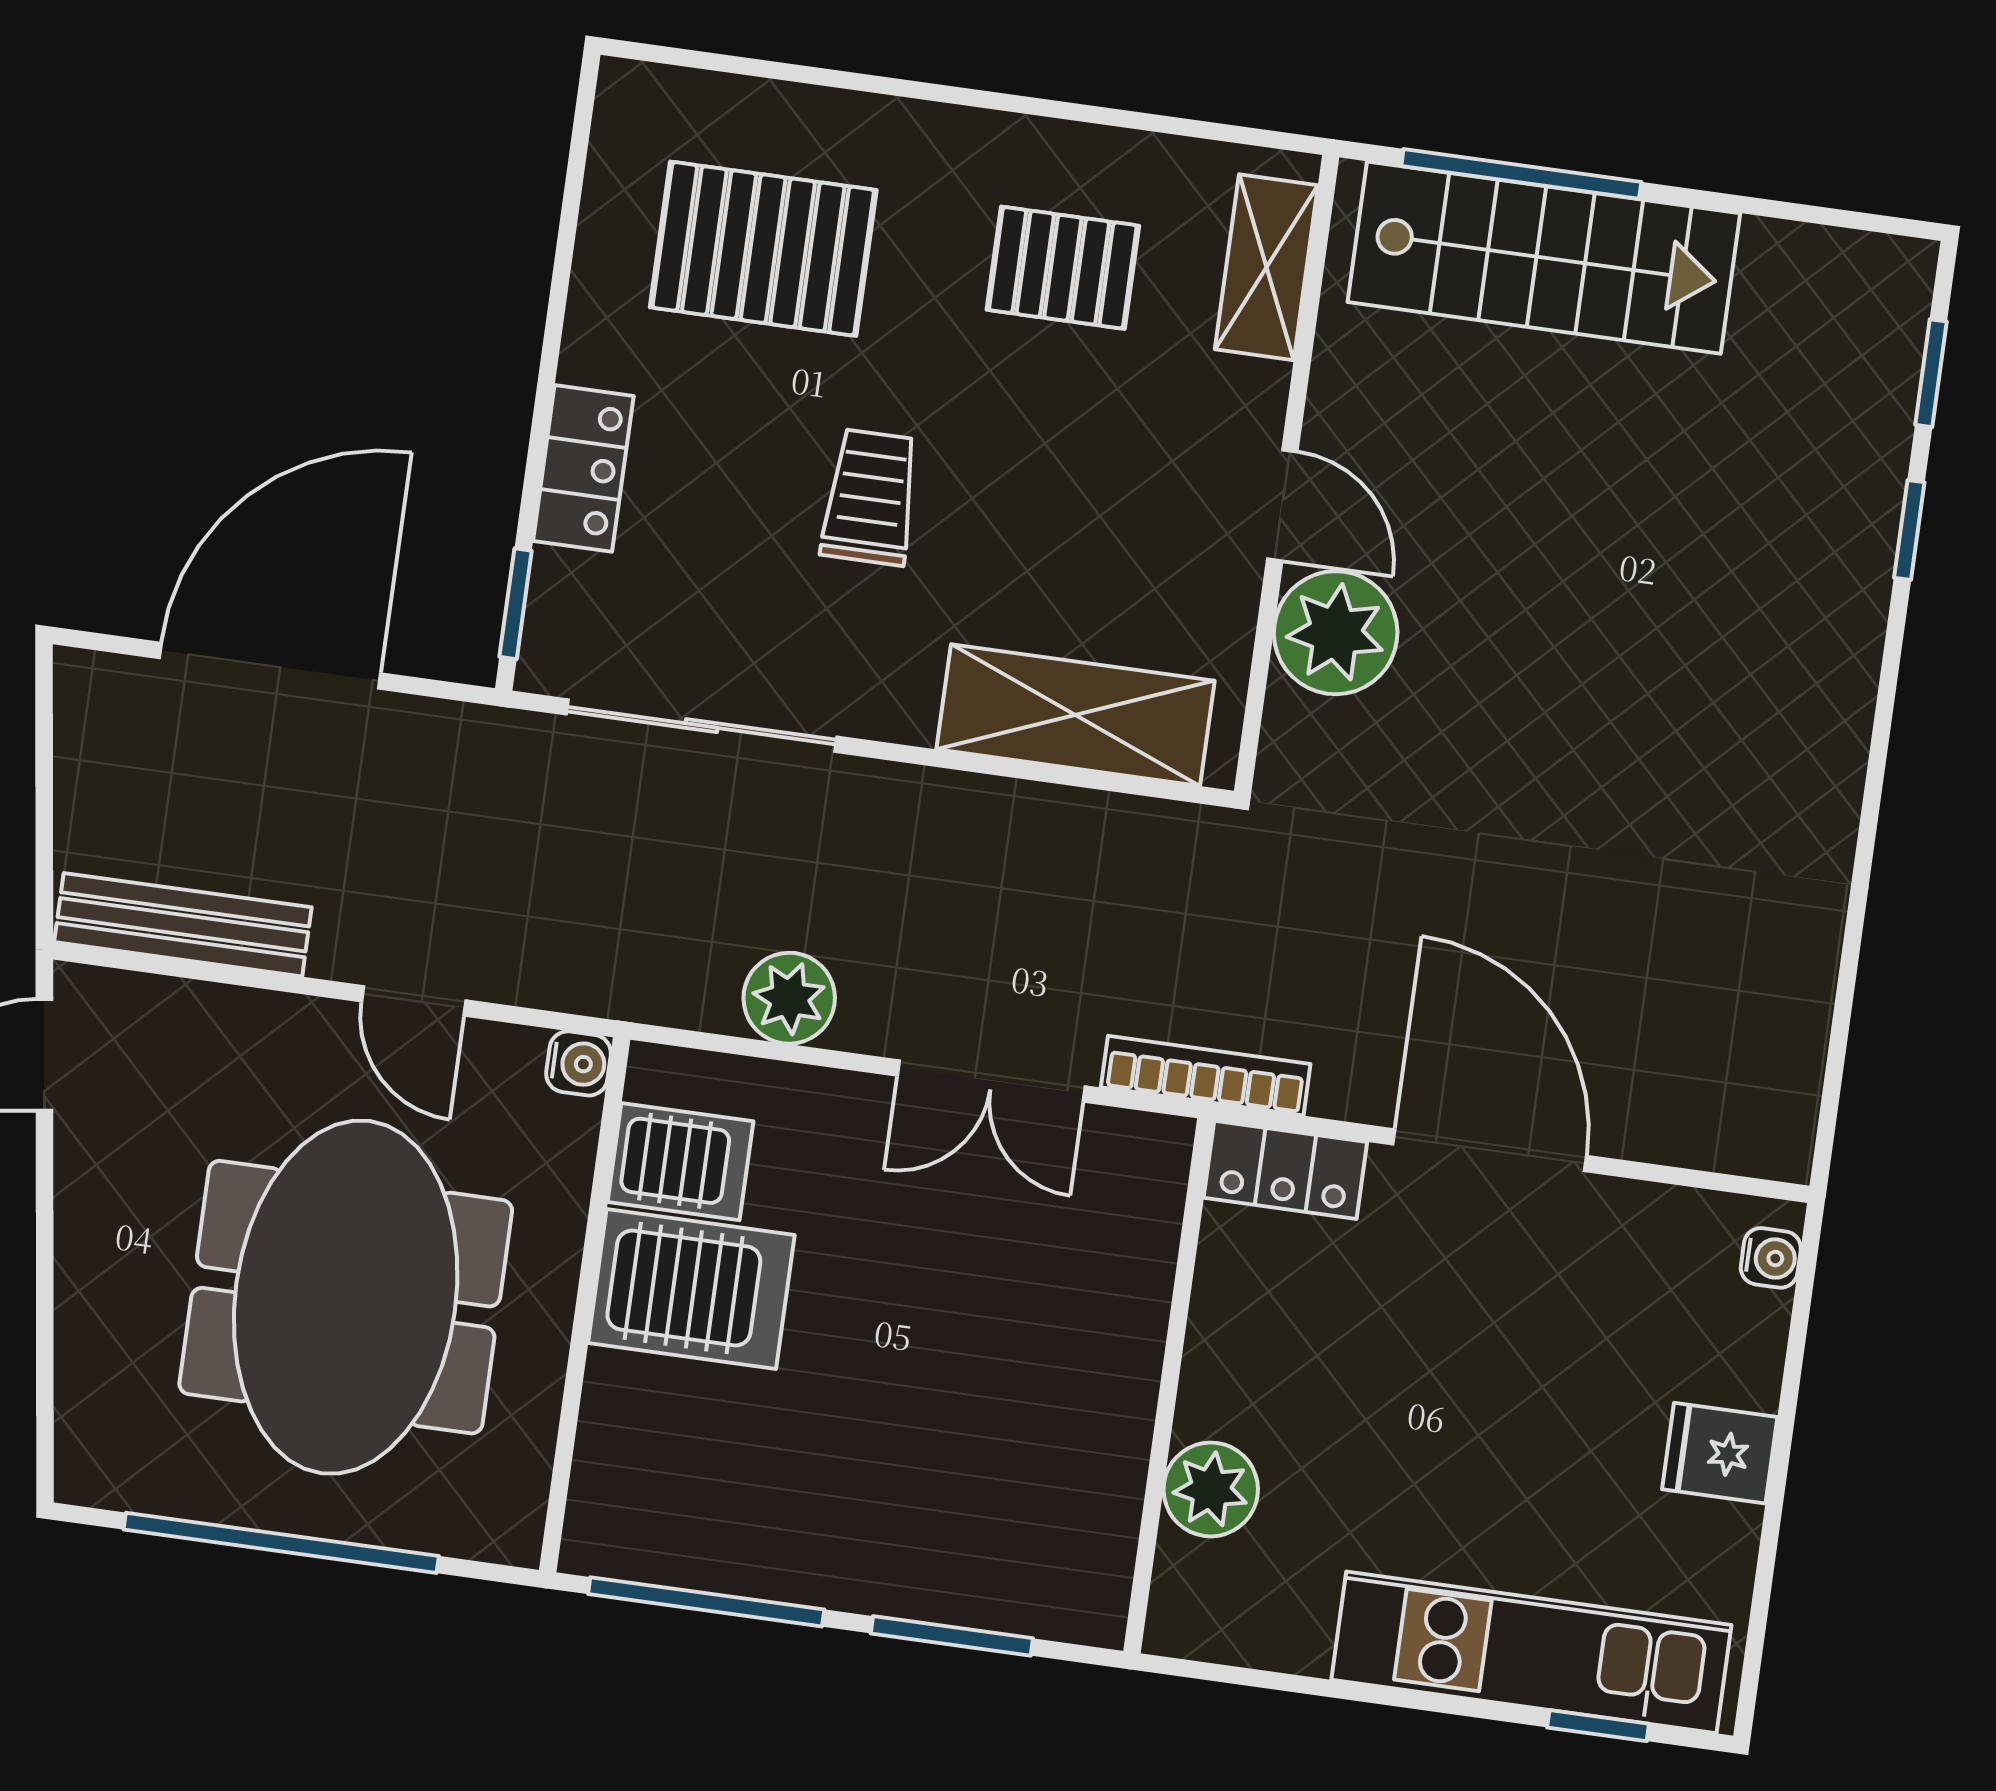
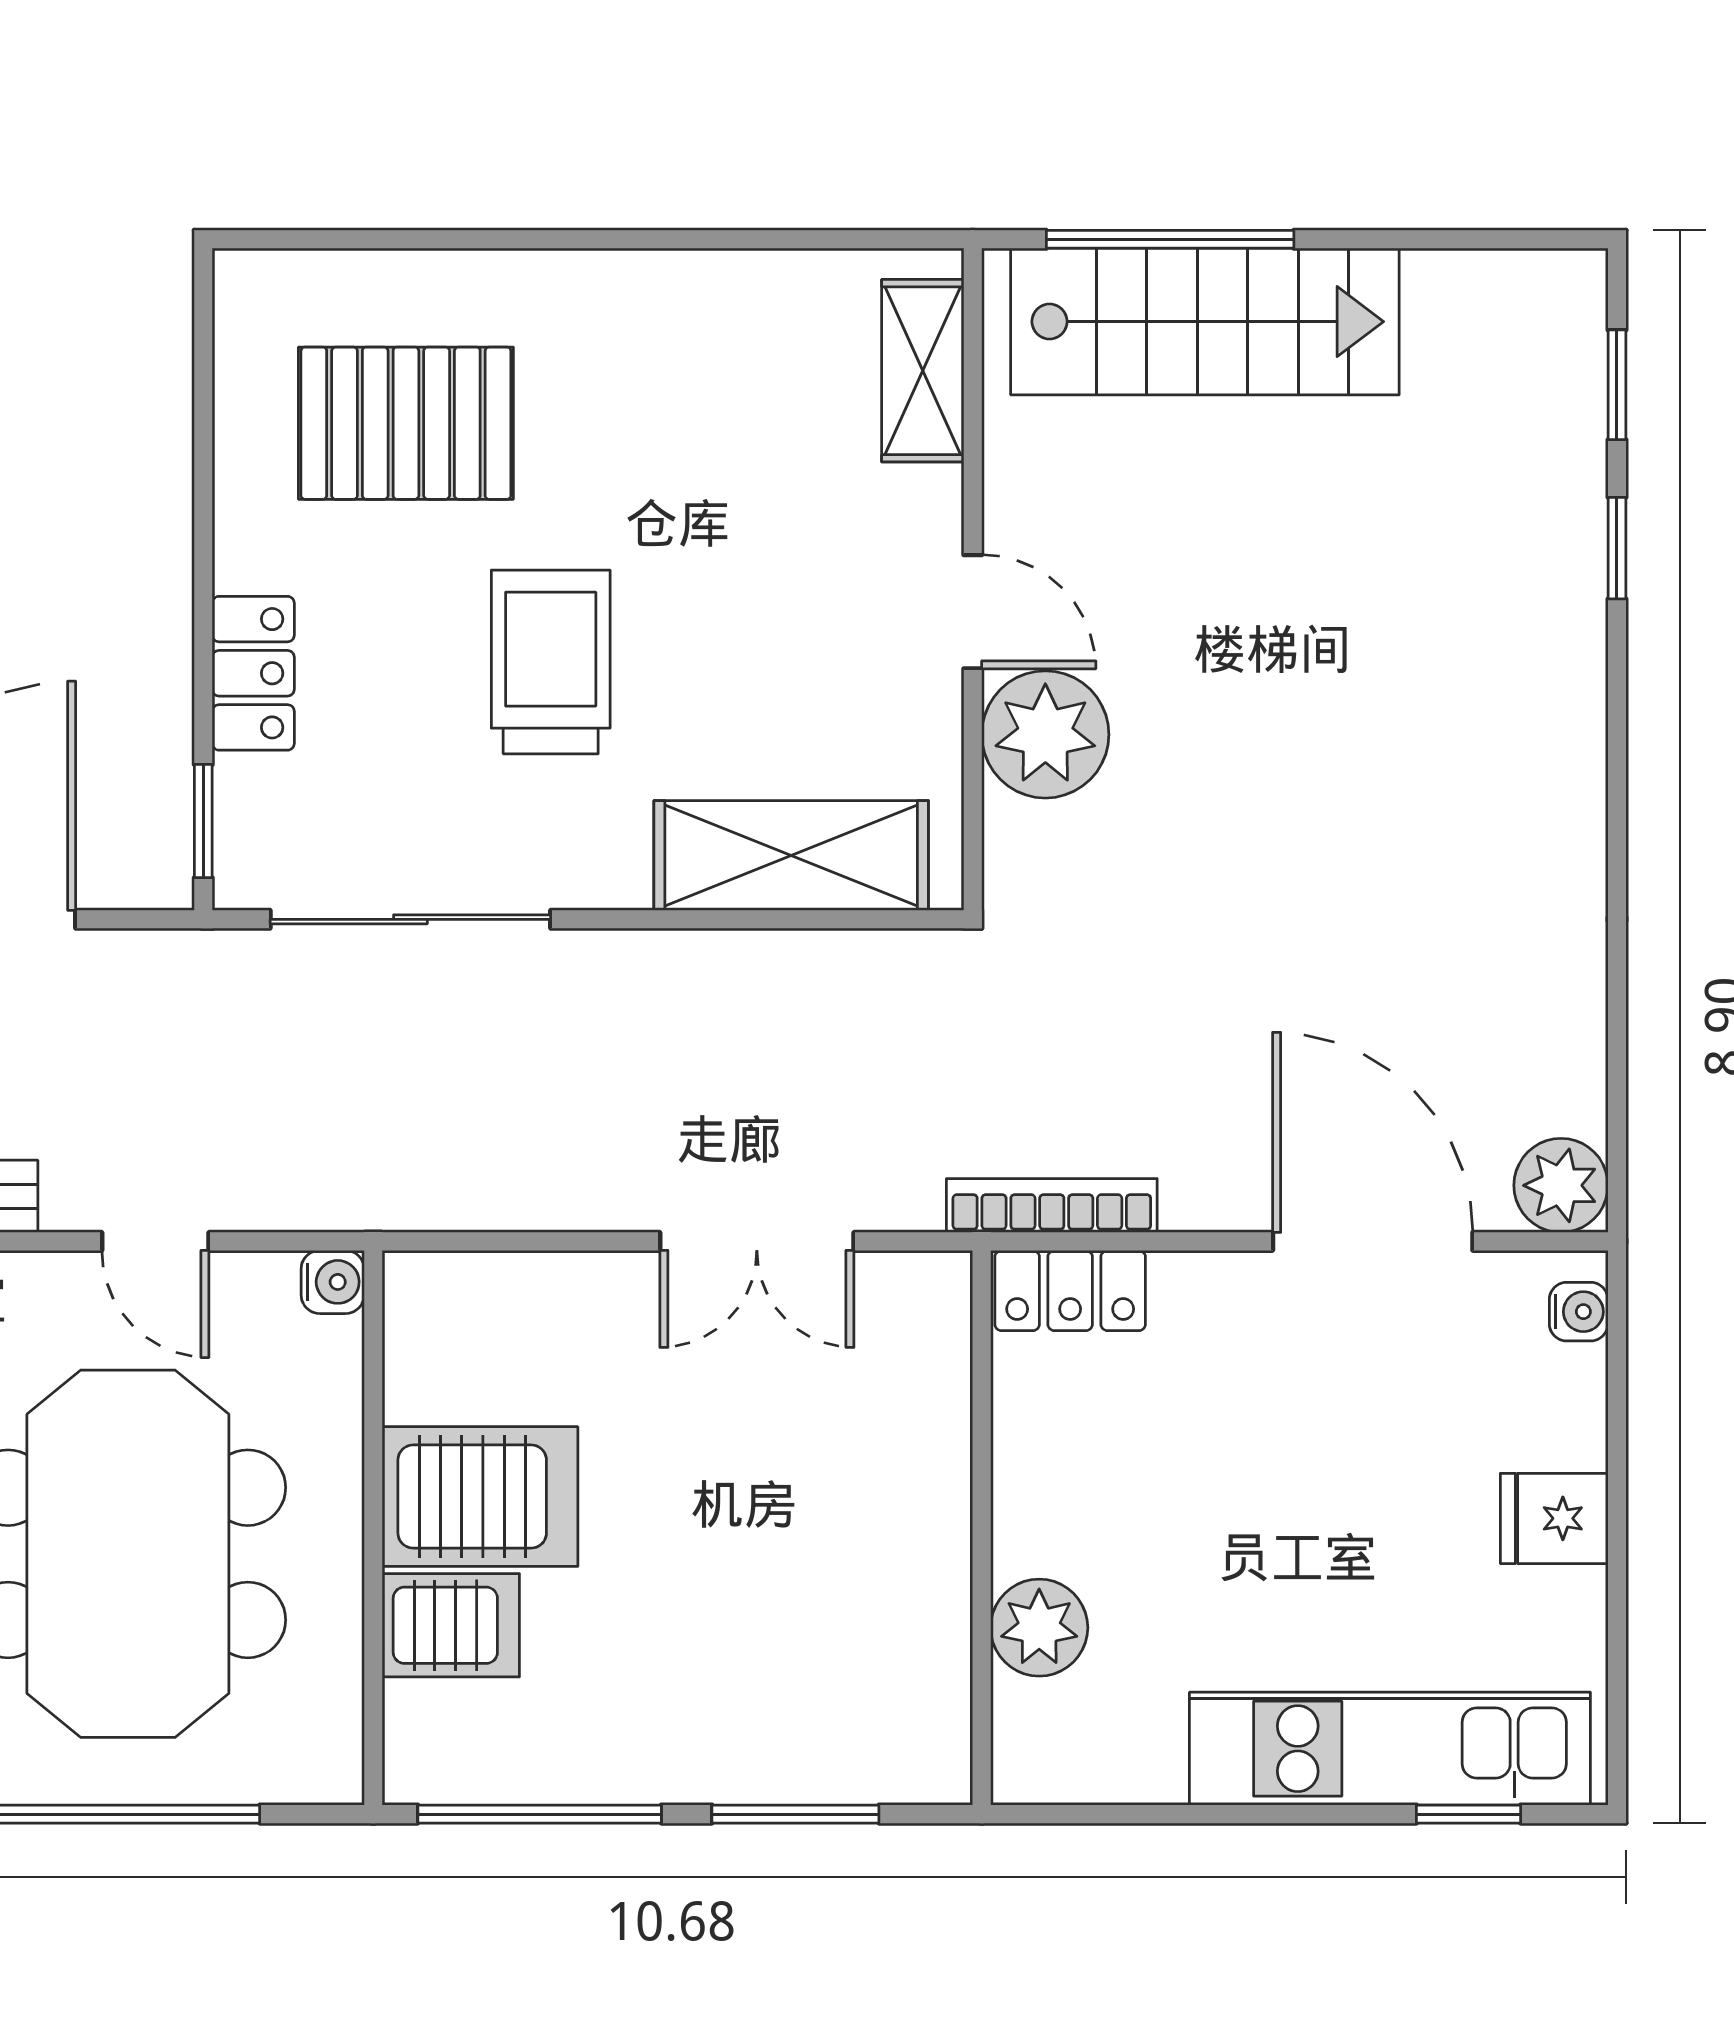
pallet: (1063, 268) -> (715, 400), removed
trolley: (870, 497) -> (551, 662), width x1.36, depth x1.39
plant: (789, 998) -> (1561, 1185), moved
bookcase: (1206, 1076) -> (1052, 1205), moved
door: (1490, 1150) -> (1373, 1241), moved
server rack: (680, 1162) -> (451, 1625), moved

